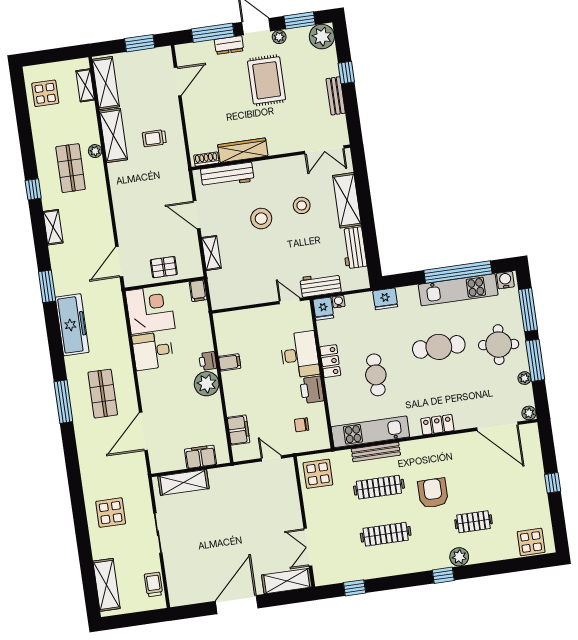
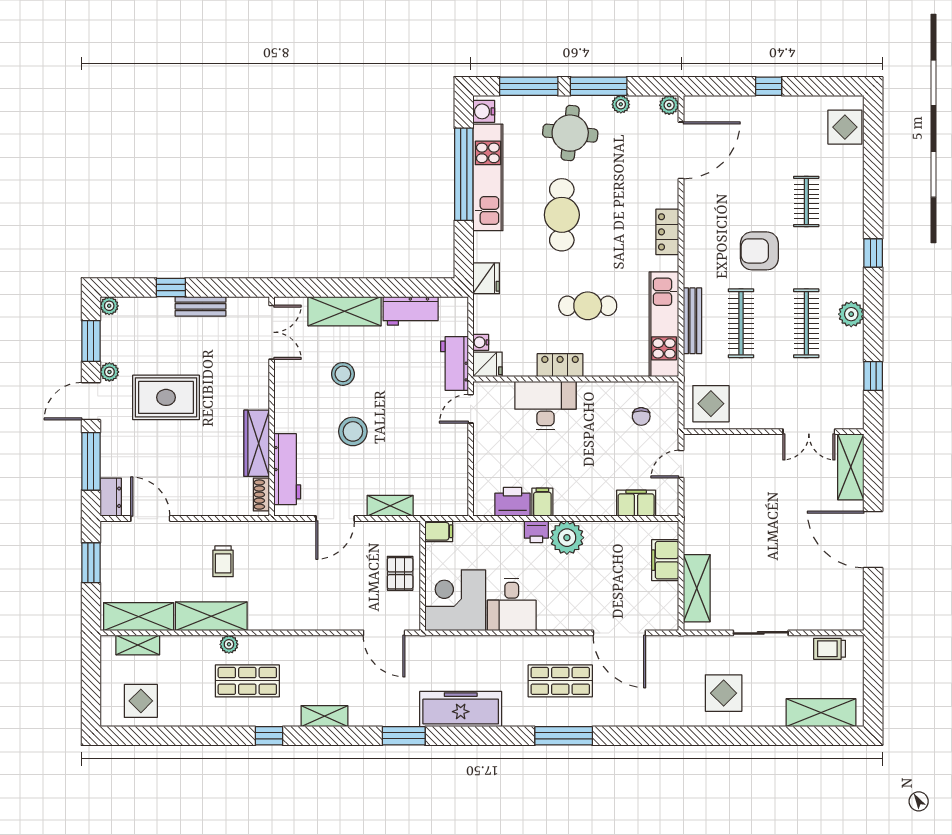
plant: (322, 37) -> (109, 306), width x0.53, depth x0.53
dresser: (229, 45) -> (111, 497), moved
printer: (312, 390) -> (513, 502), moved, turned 180
plant: (459, 557) -> (851, 314), moved

